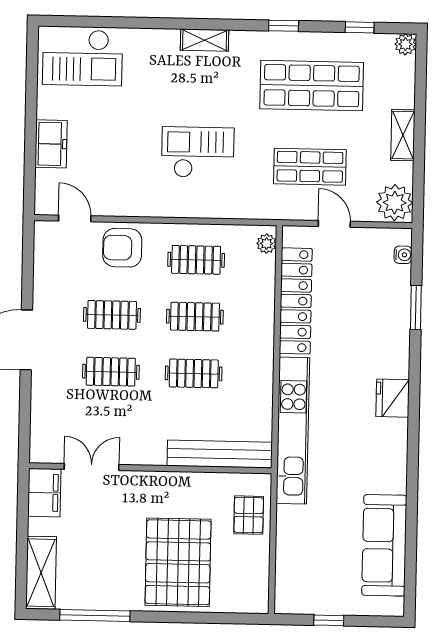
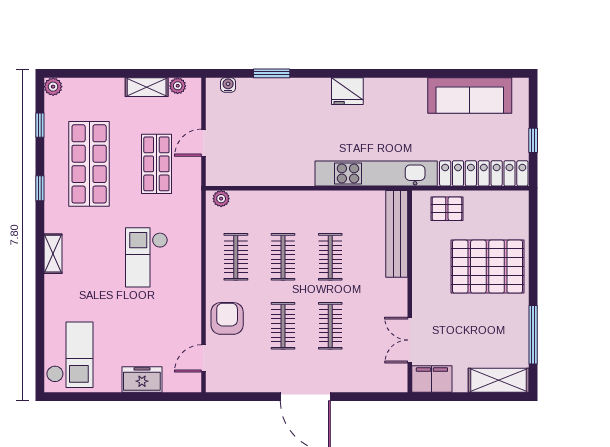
shelving: (403, 135) -> (147, 87), moved
plant: (395, 203) -> (178, 86), width x0.53, depth x0.53
armchair: (122, 248) -> (227, 318), turned 180
locker: (296, 301) -> (484, 173), moved

